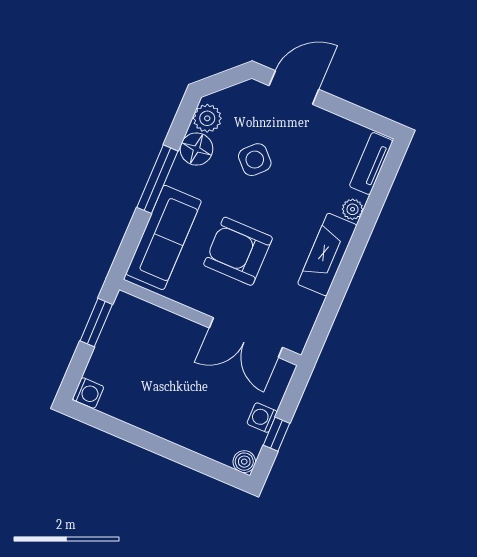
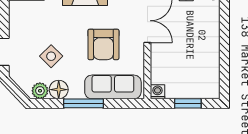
window: (96, 323) -> (188, 103), moved
washing machine: (88, 393) -> (158, 92), moved

